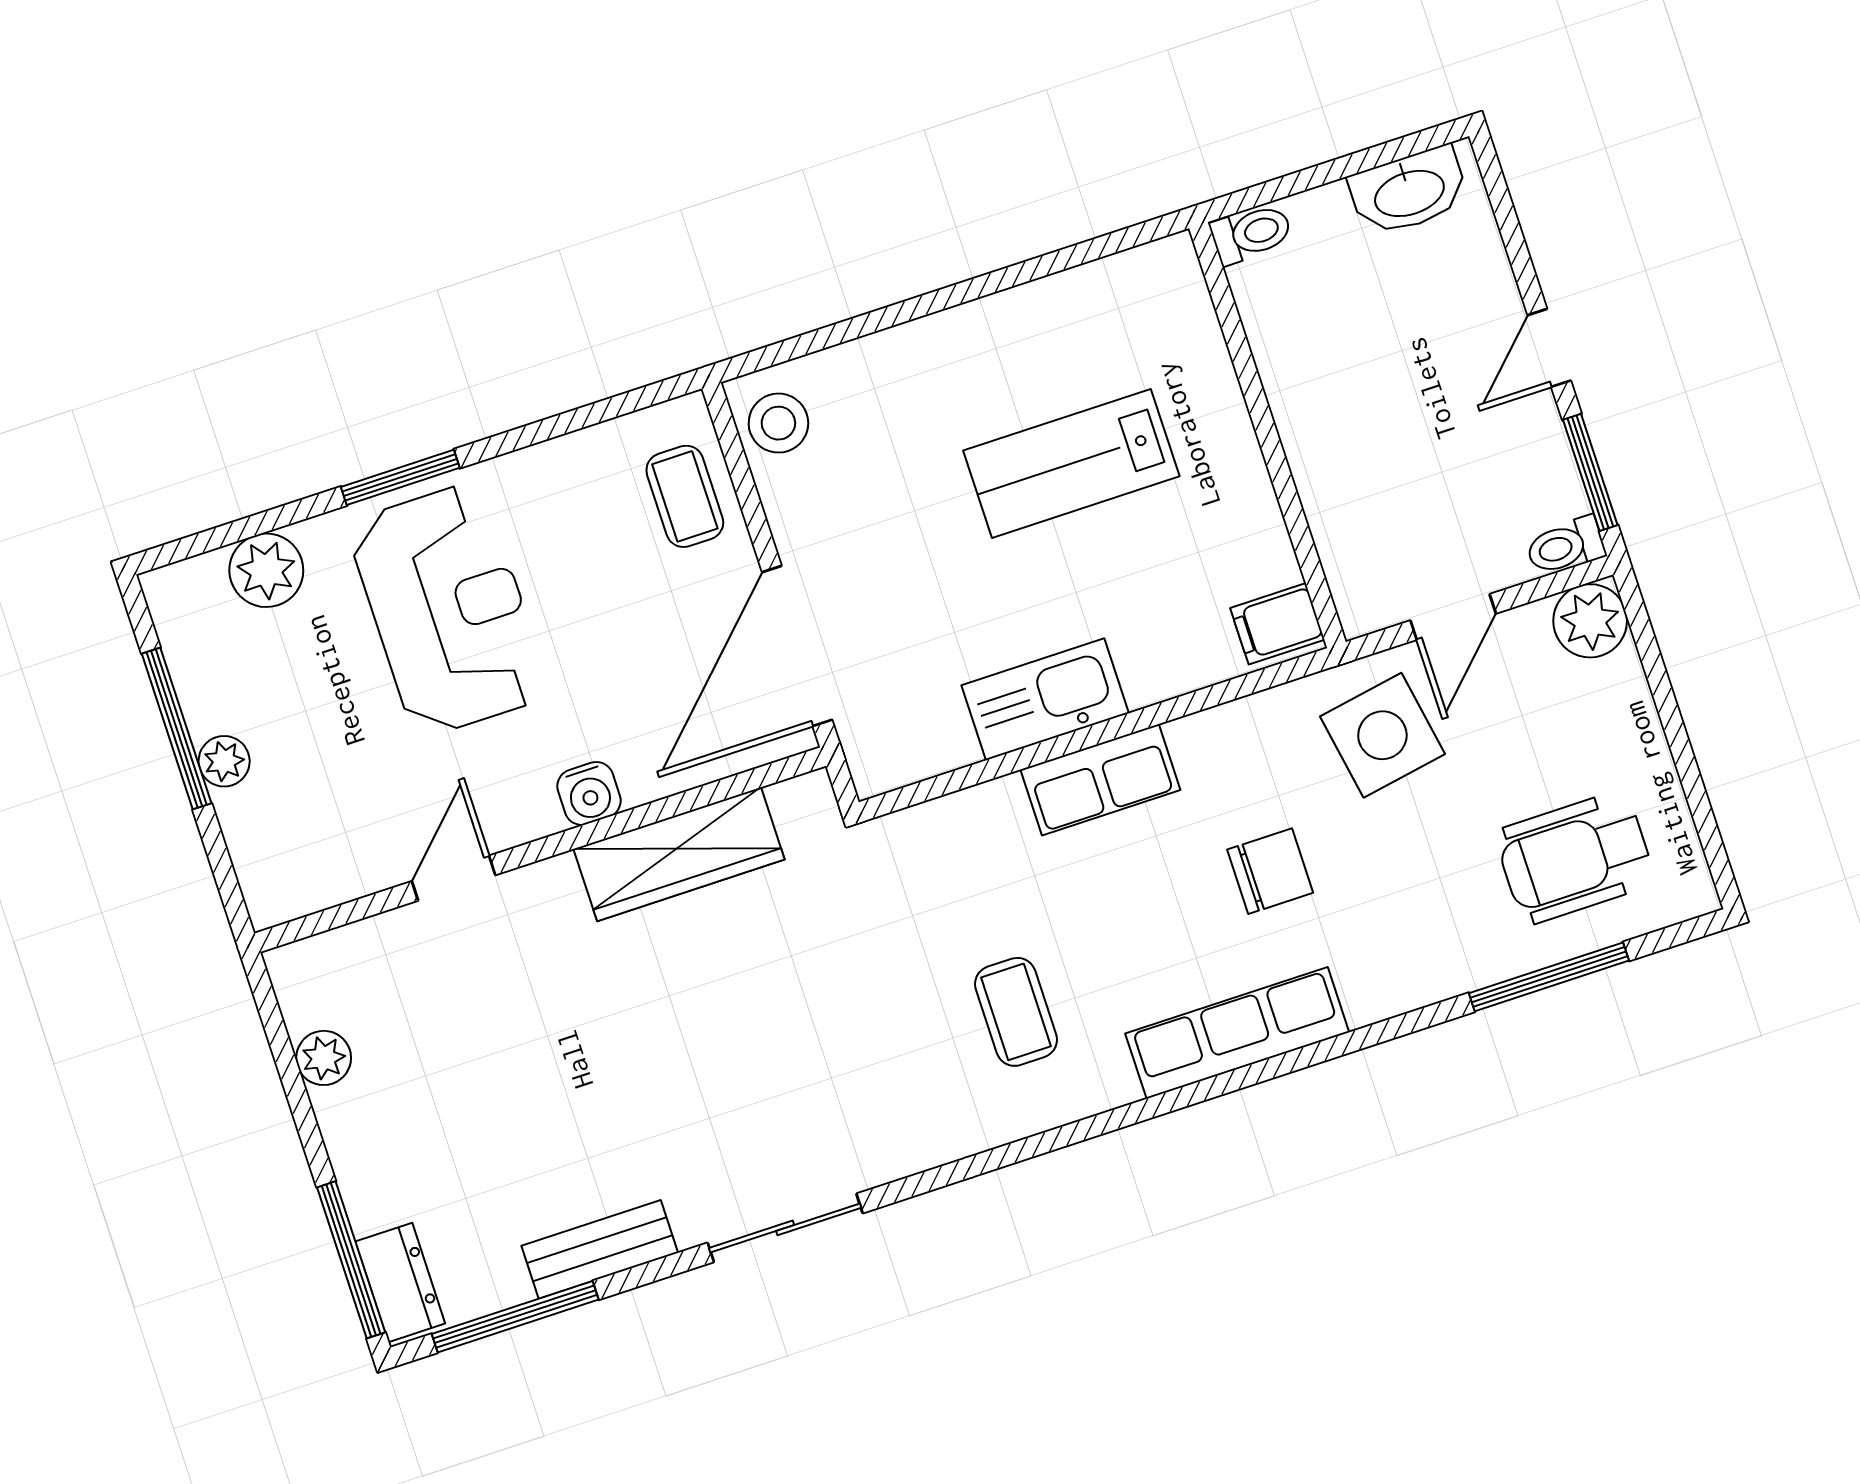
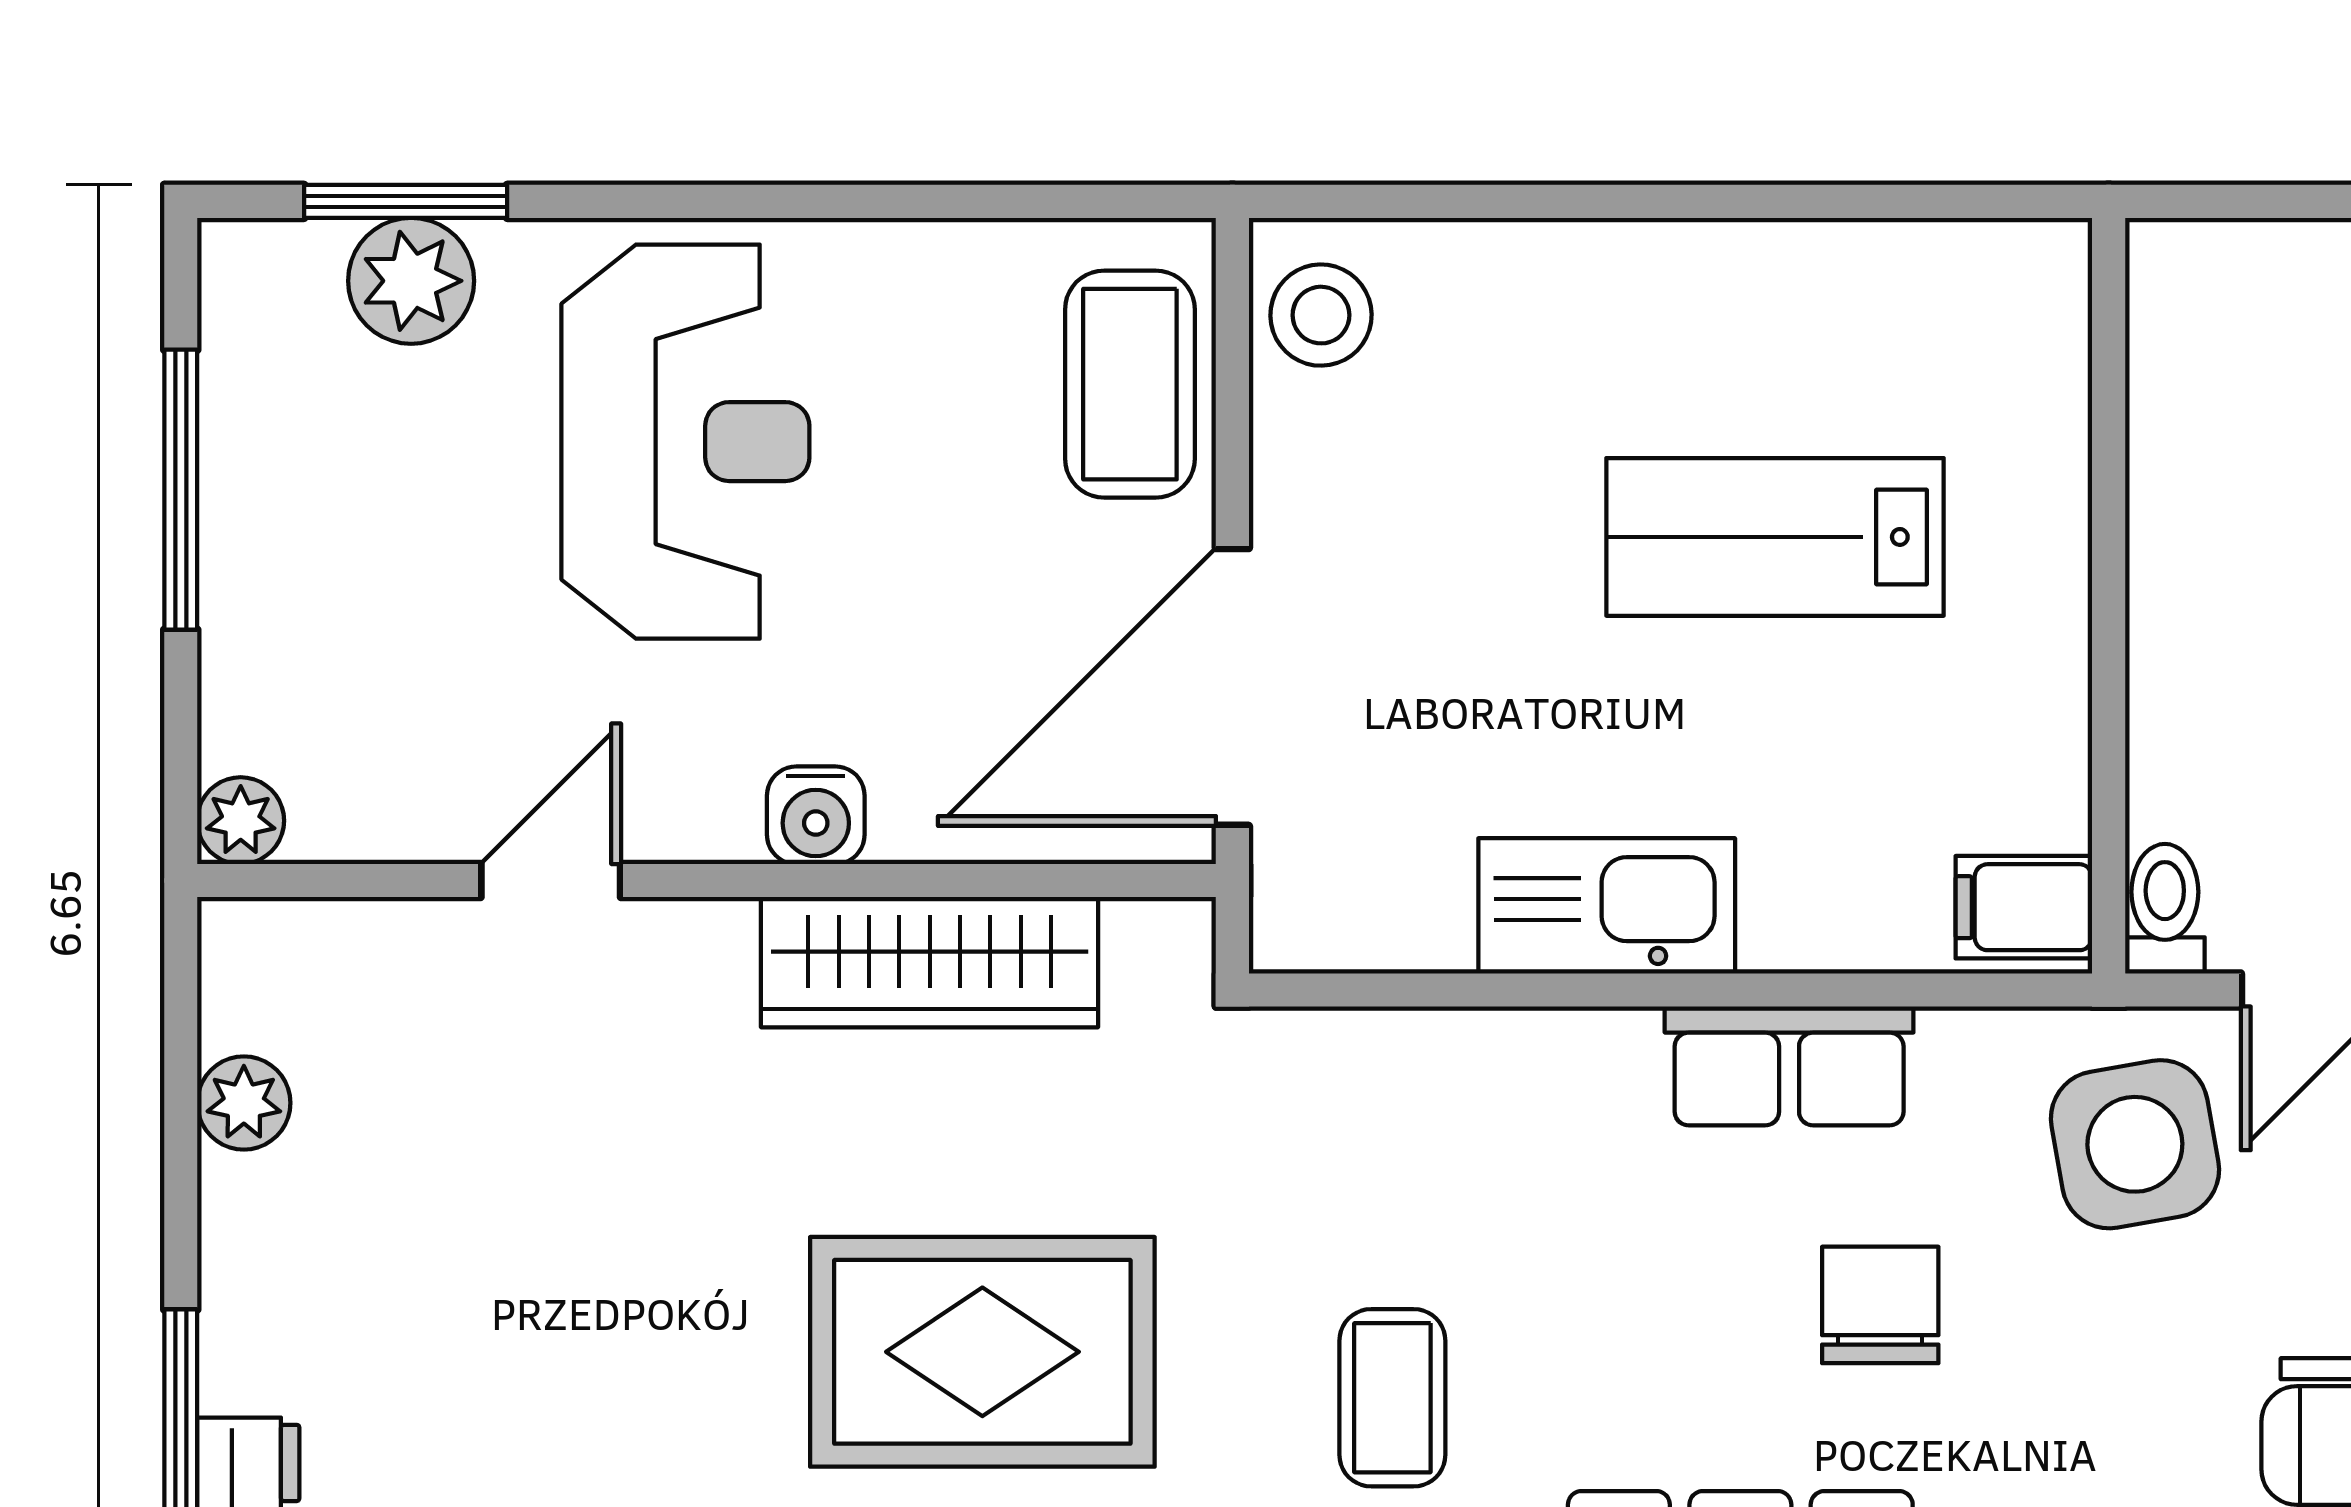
toilet: (1251, 234) -> (2165, 909), moved, turned -90
window: (400, 477) -> (406, 201), moved
coffee table: (685, 496) -> (1130, 384), width x1.36, depth x1.30
plant: (224, 761) -> (241, 821), moved
row of seats: (1100, 780) -> (1789, 1066), moved
chair: (1270, 871) -> (1880, 1305), turned -90
rug: (780, 1061) -> (982, 1352), added

